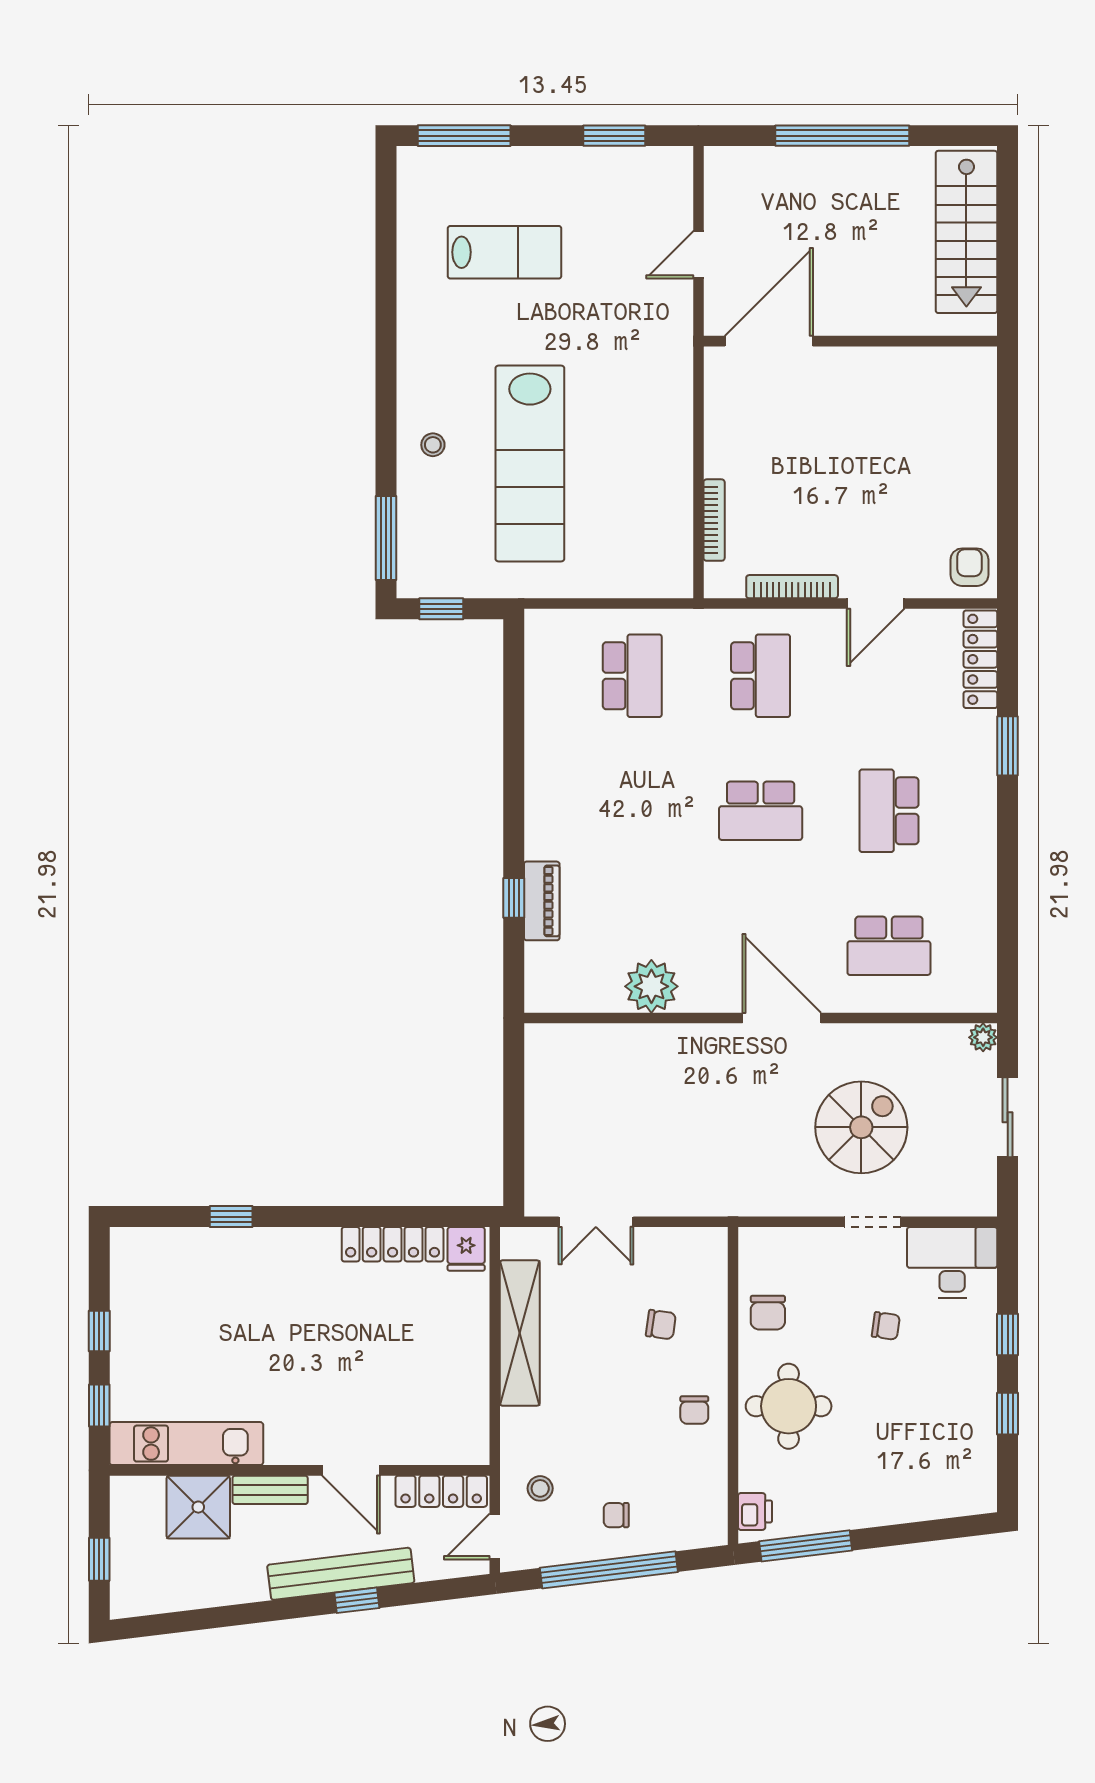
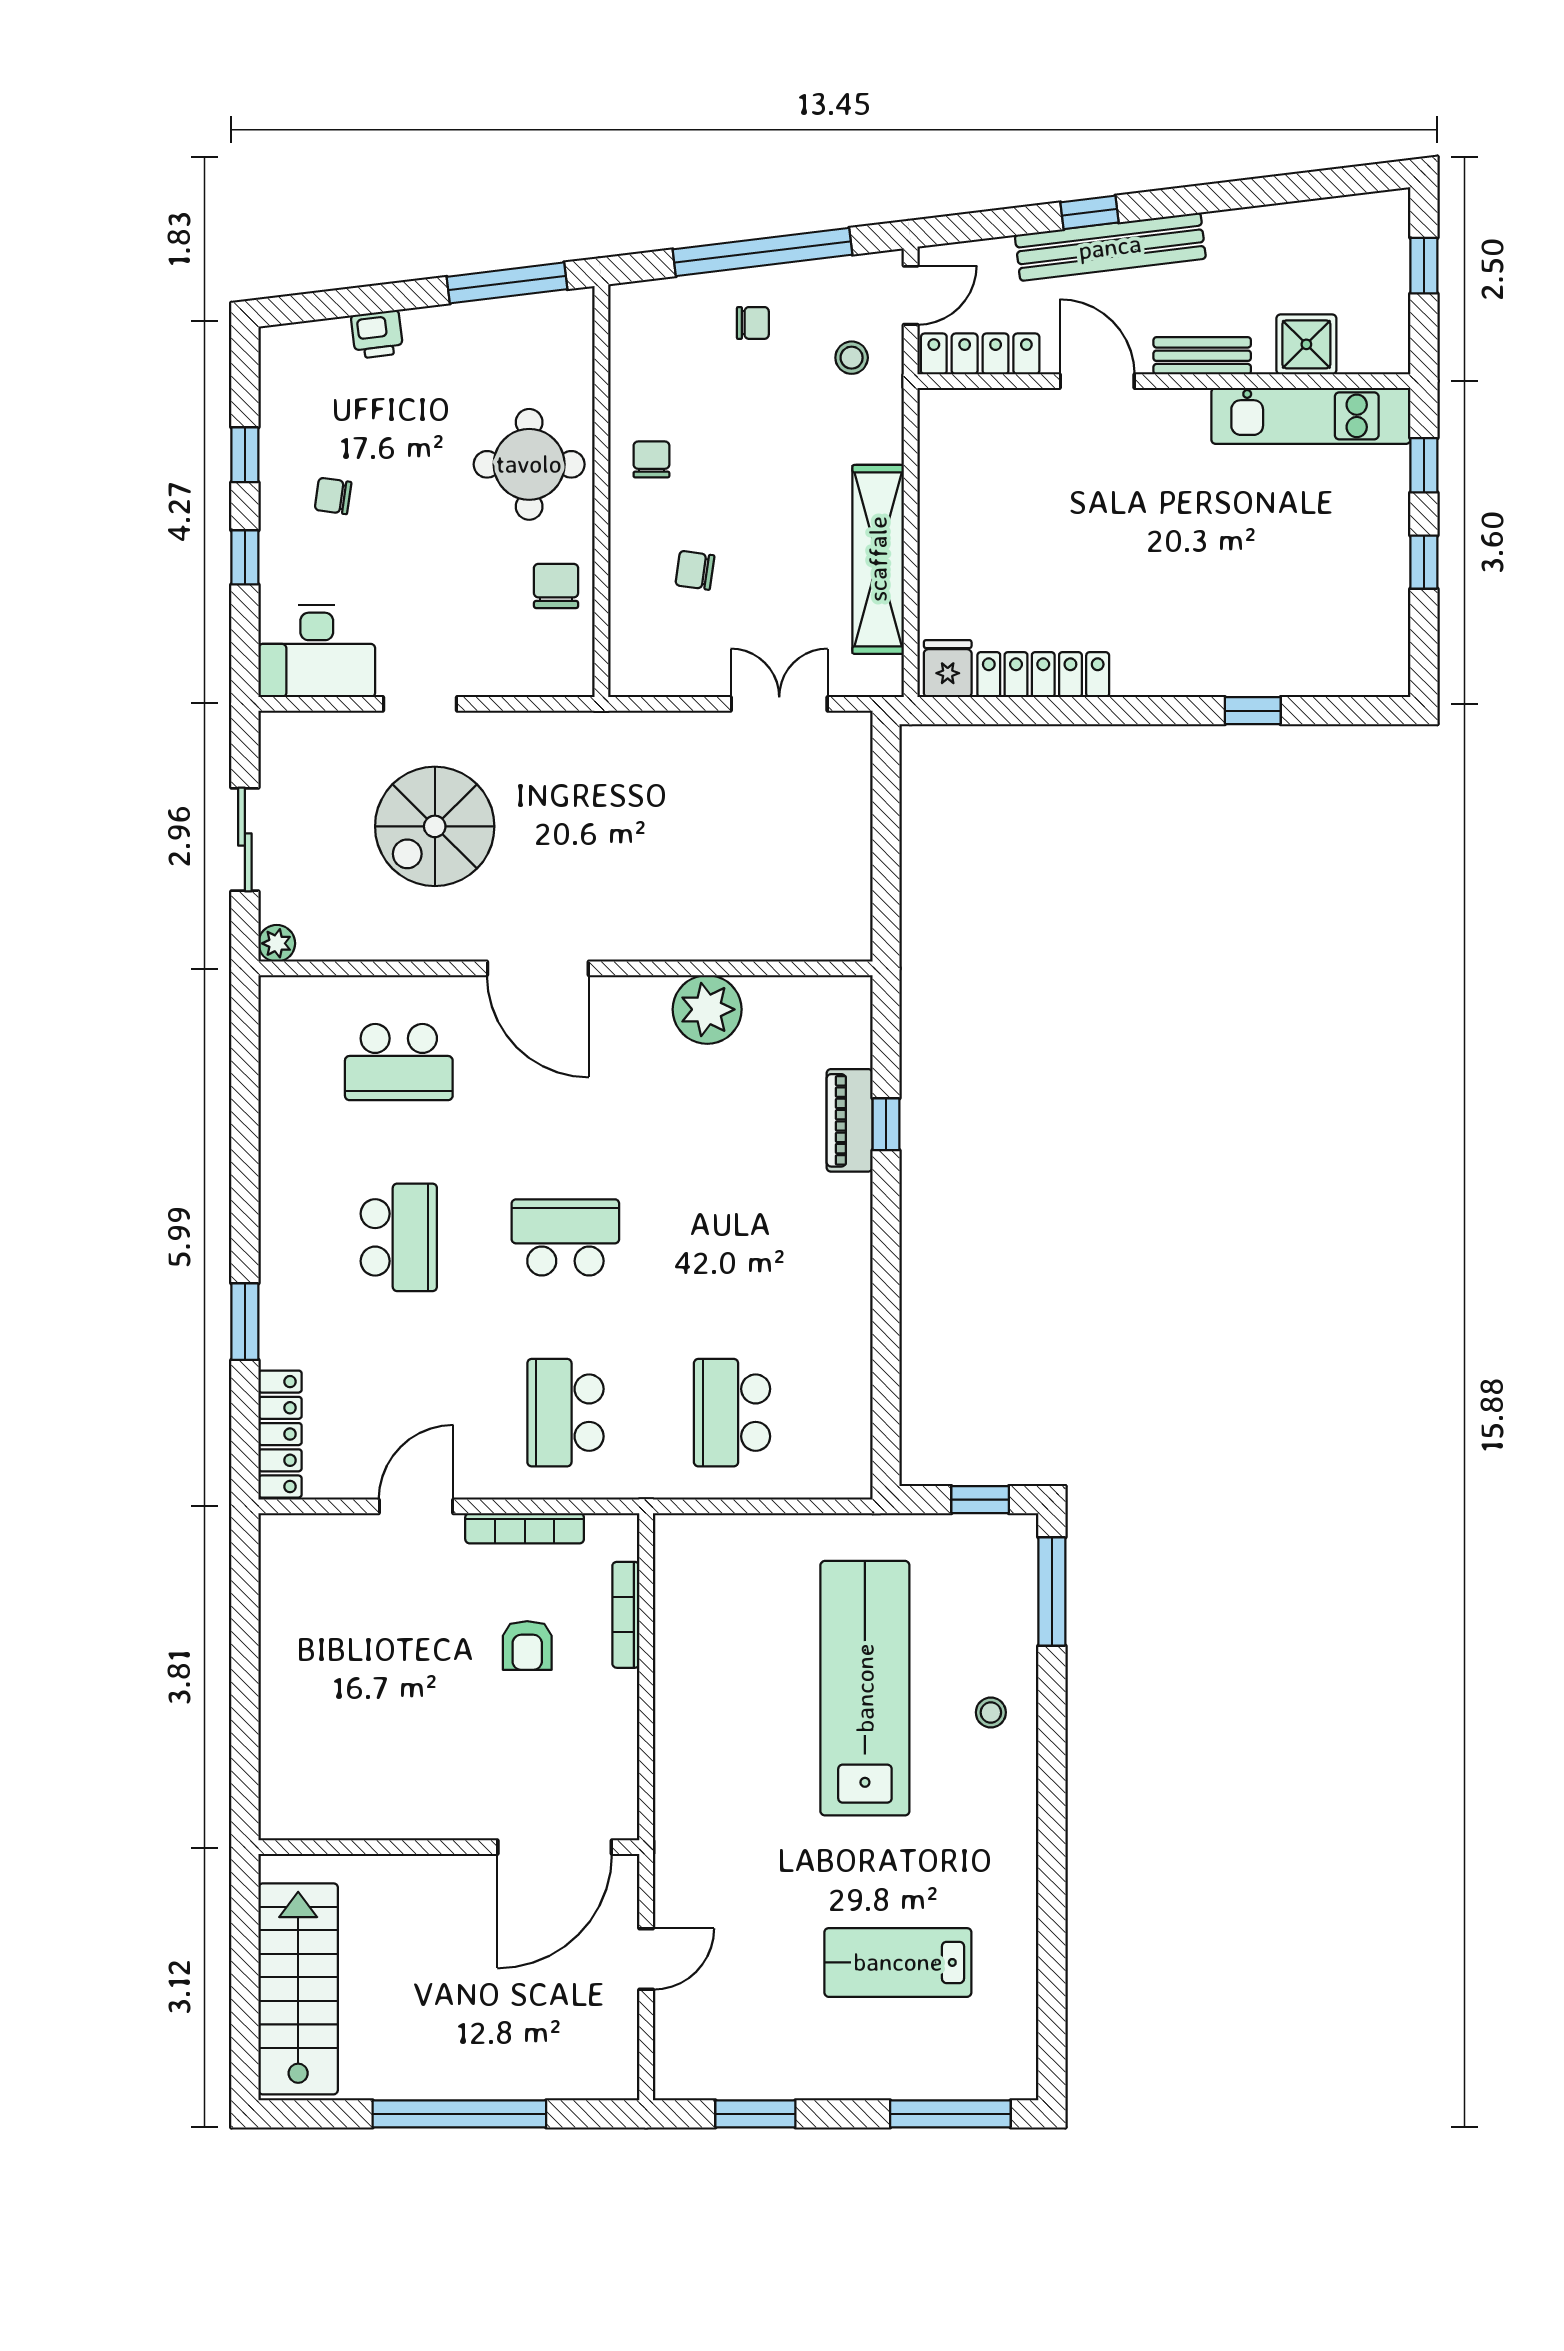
armchair: (969, 567) -> (527, 1645), moved
school desk: (889, 946) -> (399, 1062), turned 180
chair: (886, 1326) -> (333, 496), moved
shower: (198, 1507) -> (1306, 344), width x0.73, depth x0.73
printer: (755, 1511) -> (377, 334), moved, turned -97

